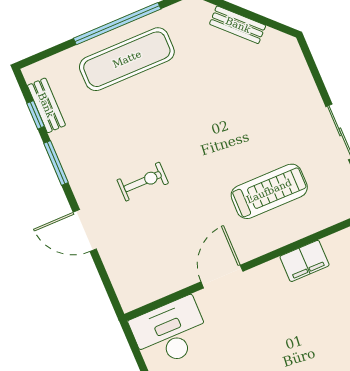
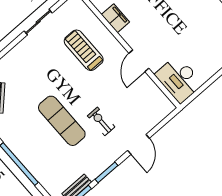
exercise mat: (127, 59) -> (62, 121), moved
door: (222, 277) -> (139, 61), hinge flipped

